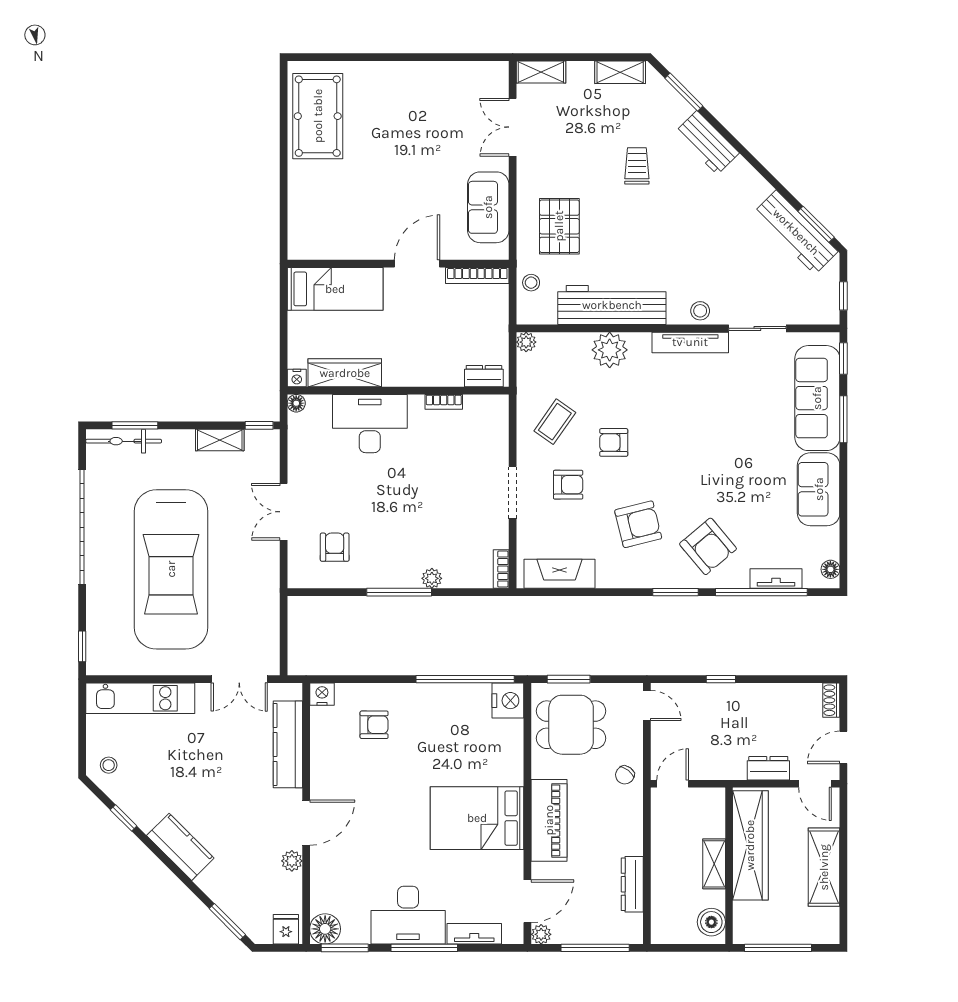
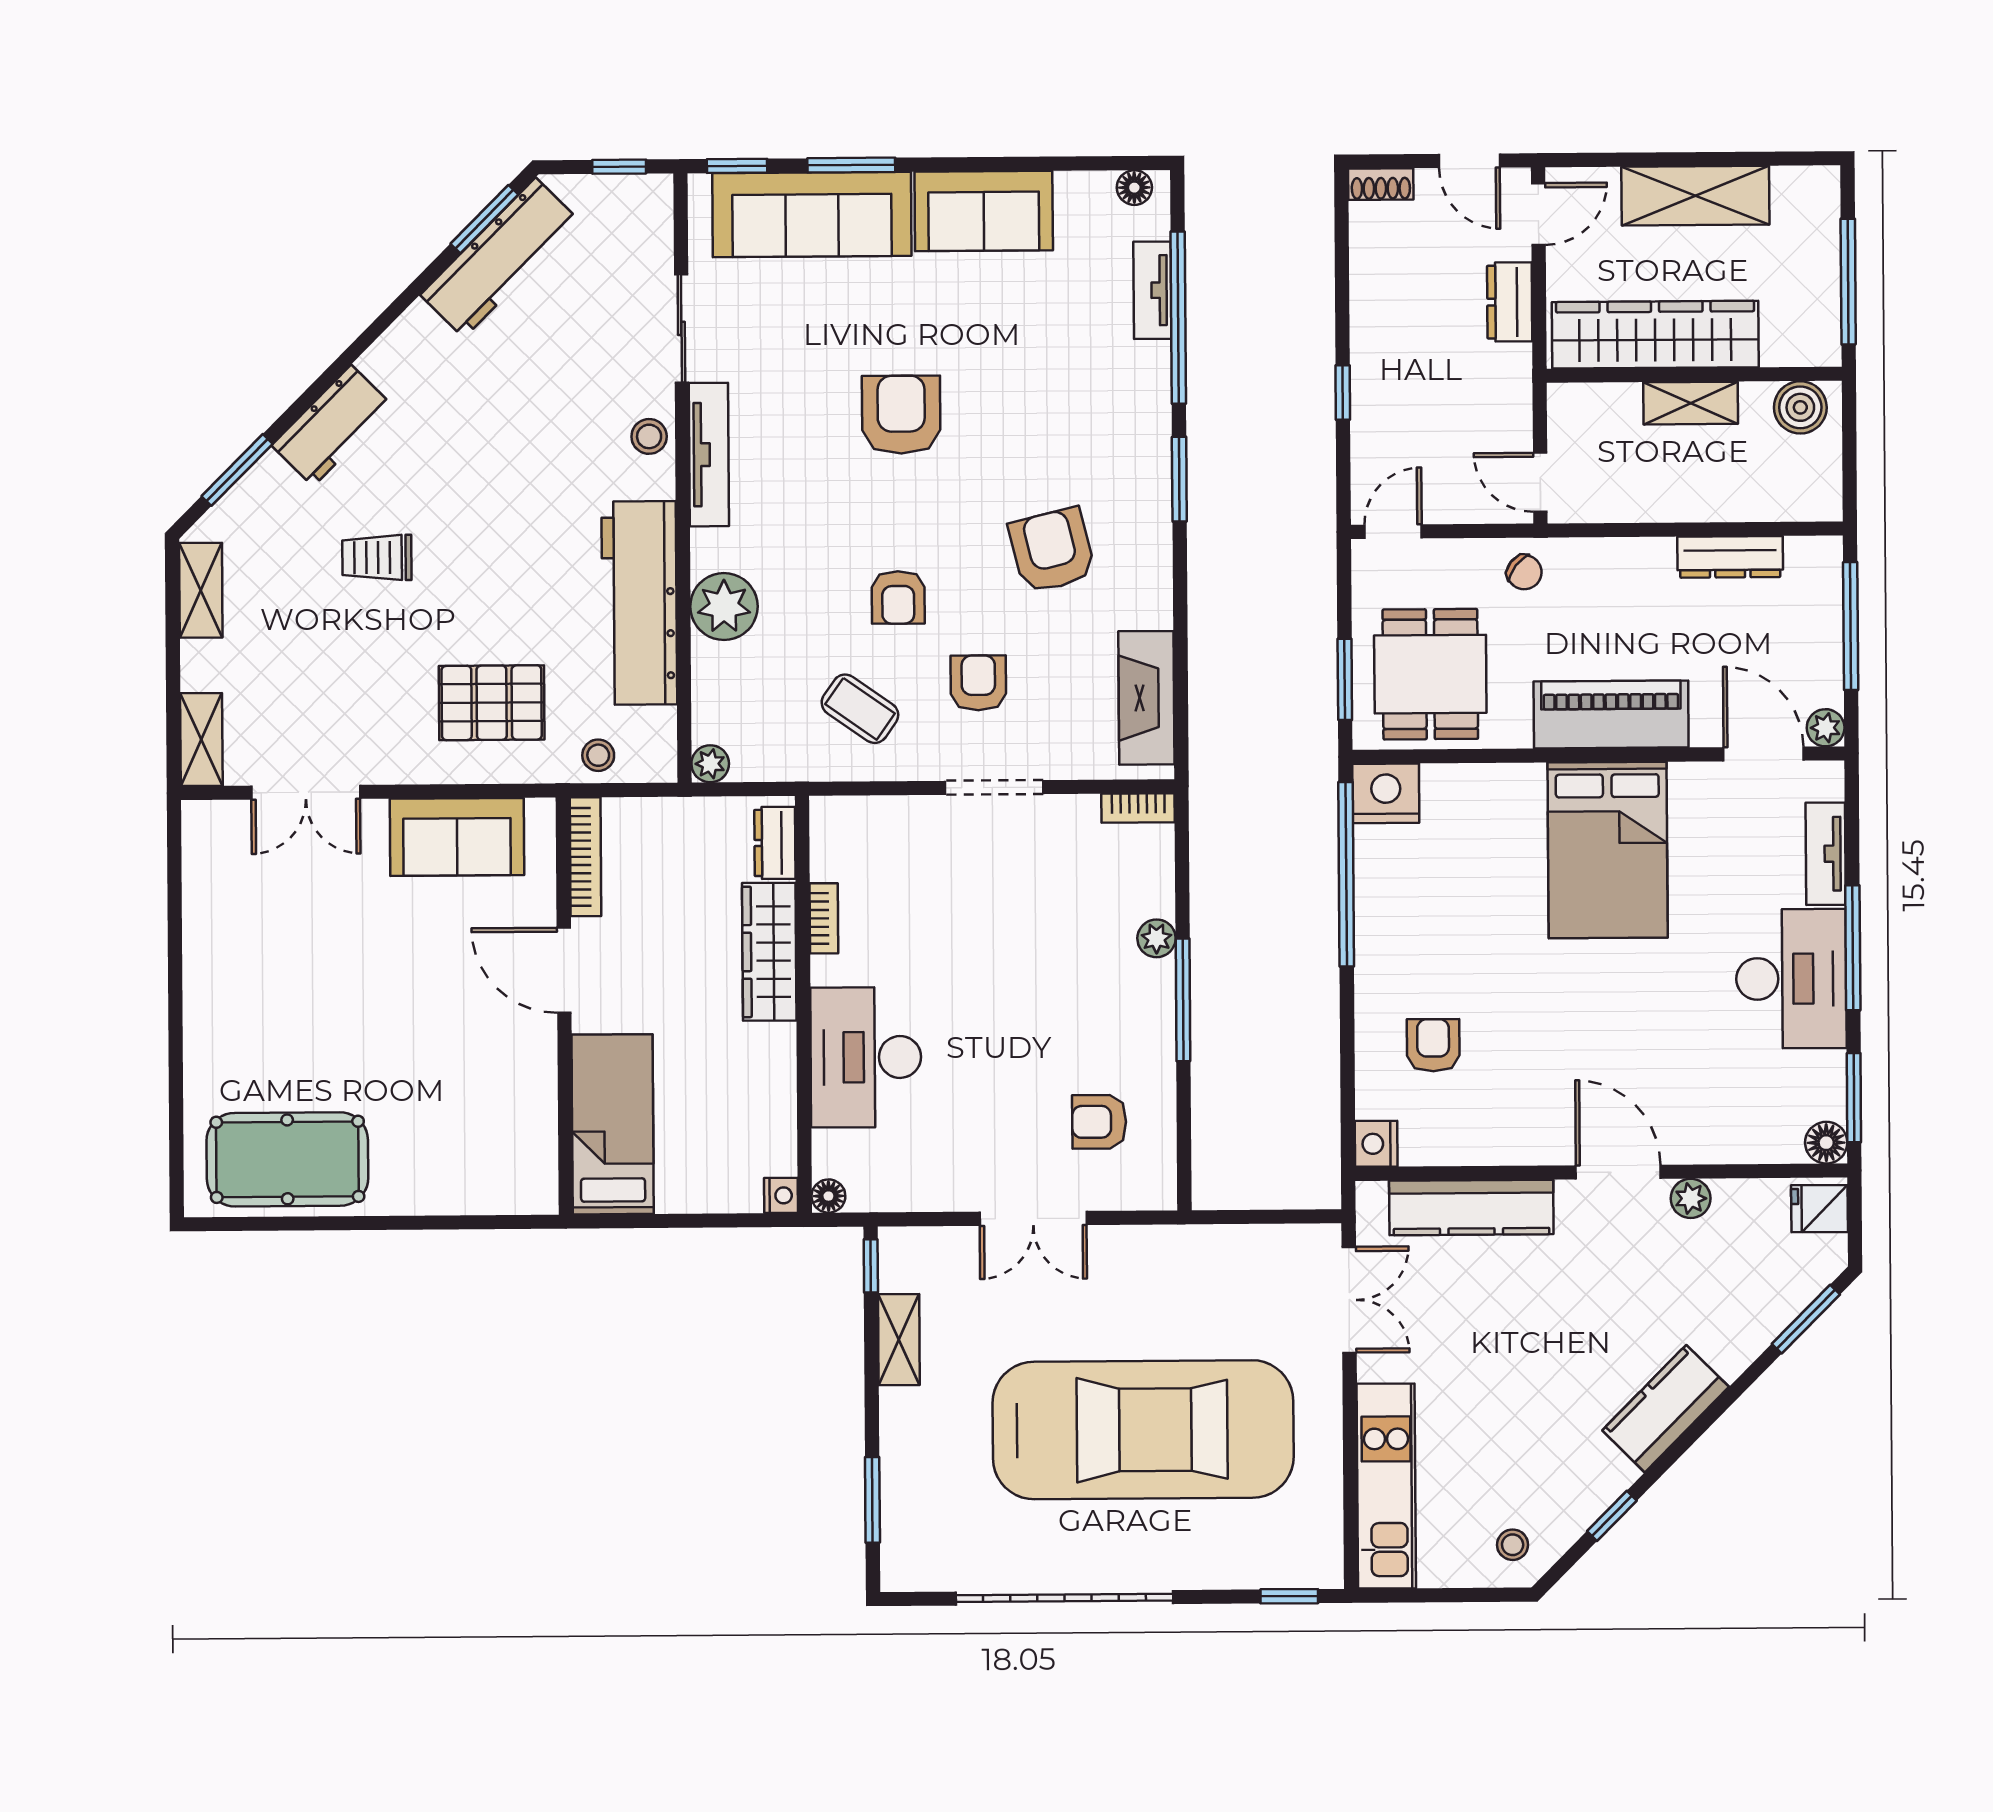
wardrobe: (345, 373) -> (769, 952), moved
bicycle: (124, 441) -> (902, 1521), removed
armchair: (708, 546) -> (901, 415), moved, turned -50
floor lamp: (325, 929) -> (1826, 1143), width x0.73, depth x0.73

